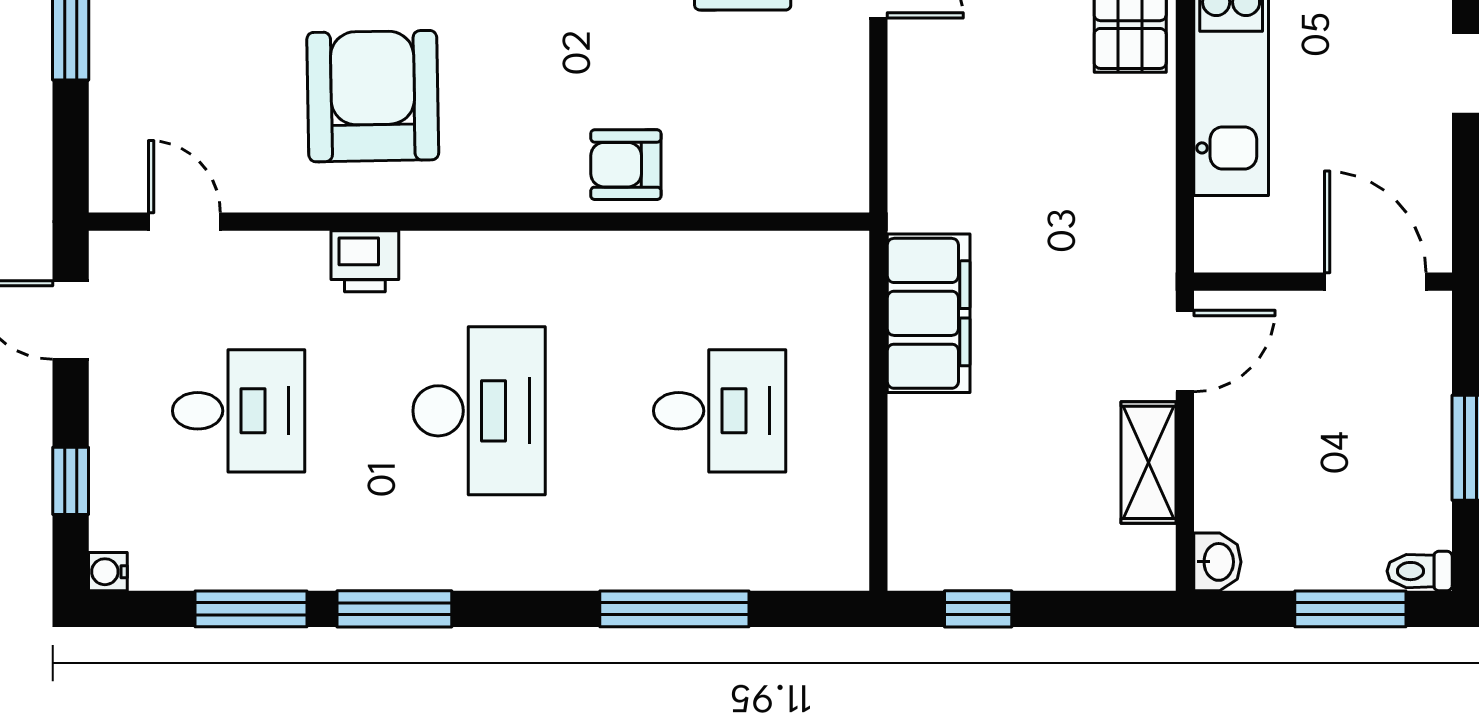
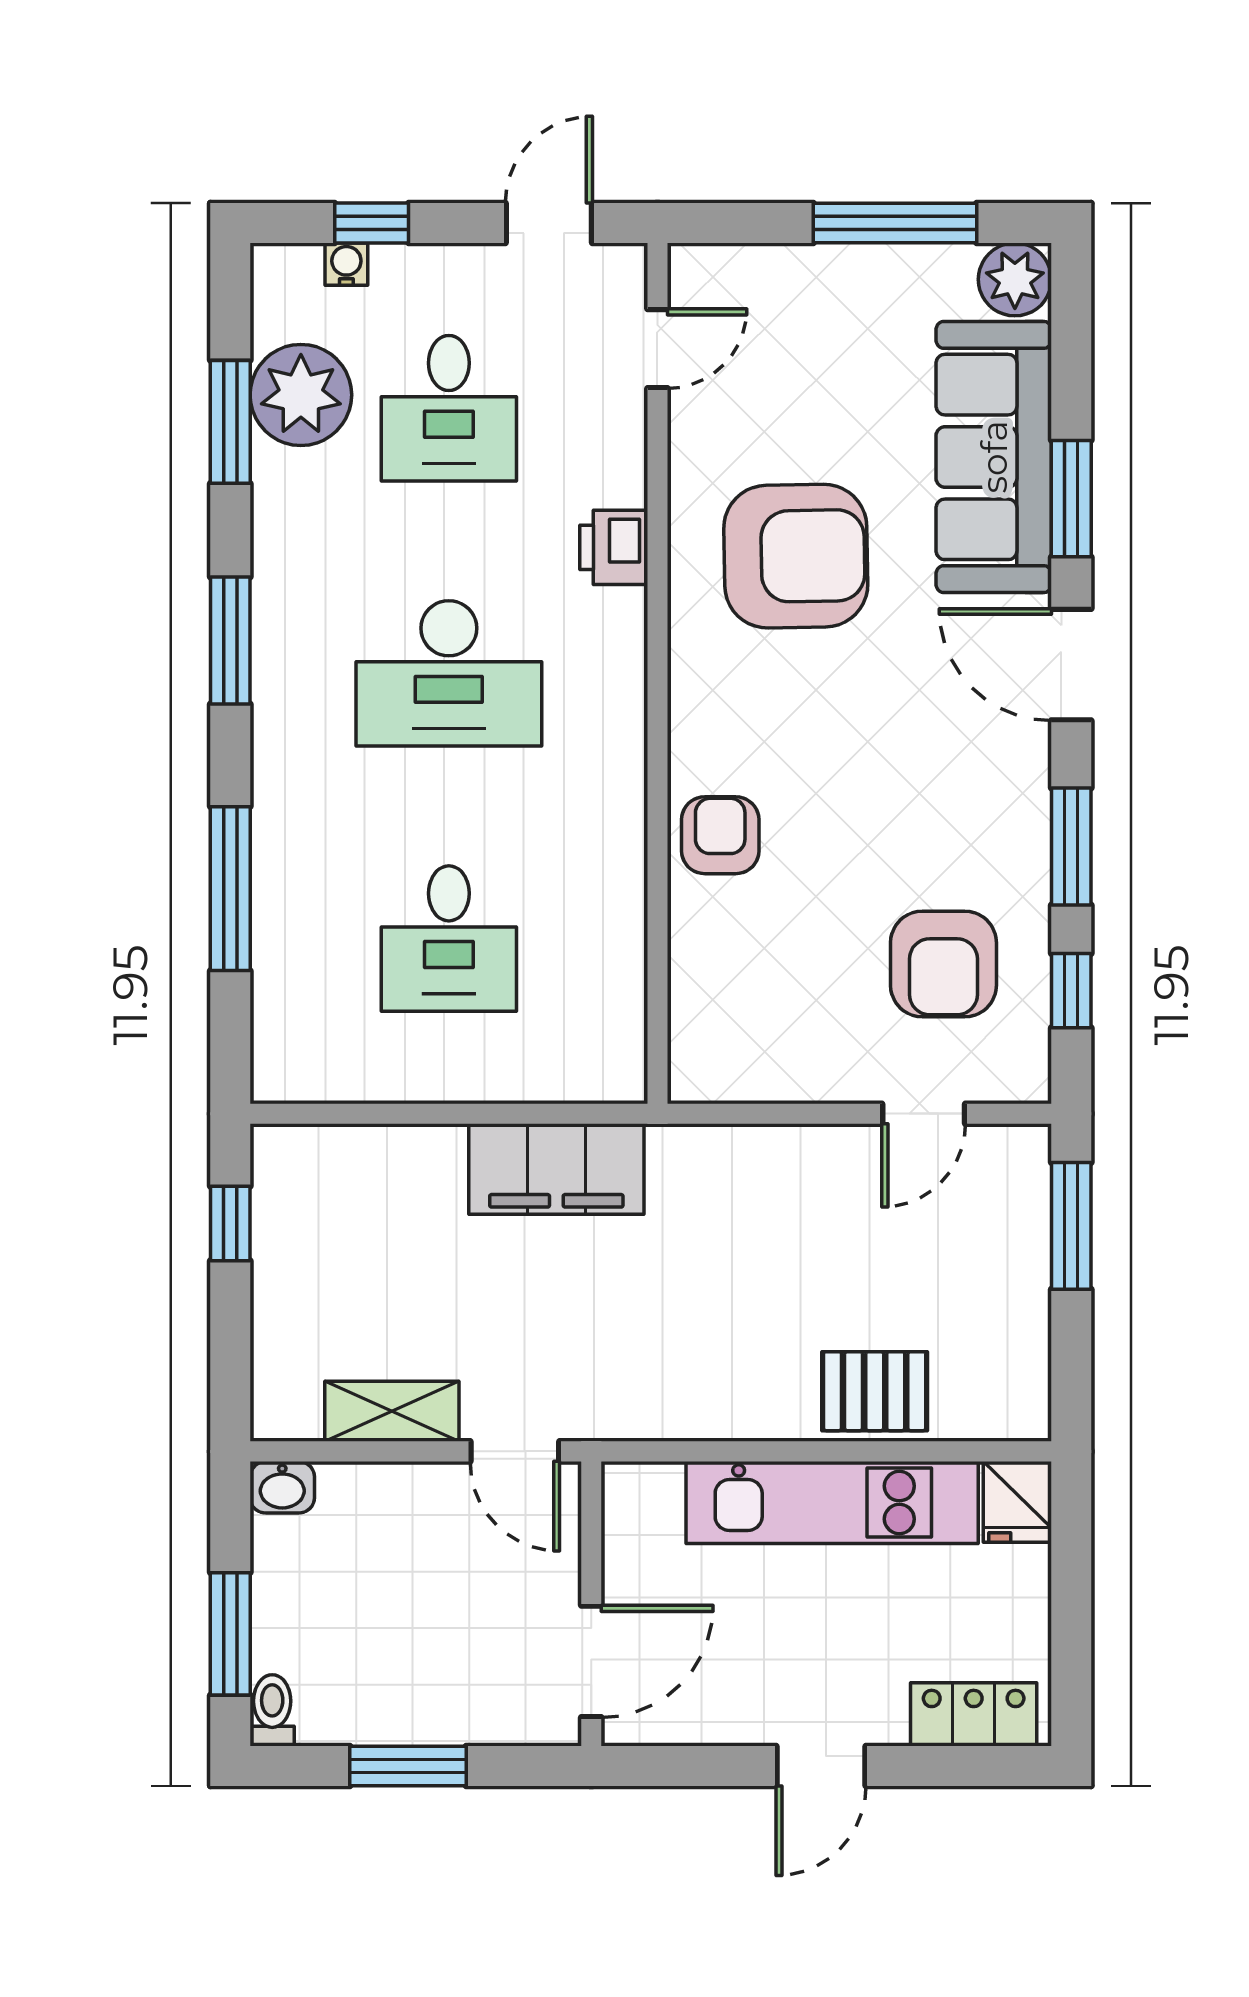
plant: (227, 545) -> (301, 395), added
water cooler: (108, 572) -> (346, 264), moved
window: (394, 609) -> (230, 640), moved

